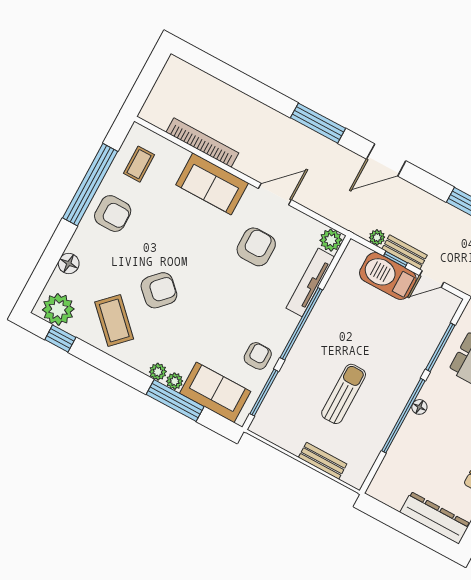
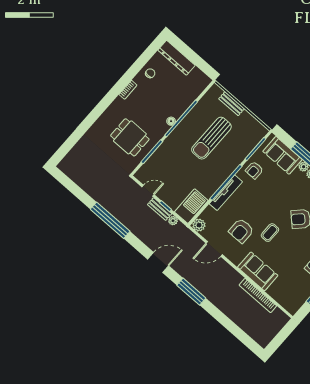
coffee table: (139, 164) -> (270, 233), moved
door: (275, 194) -> (214, 249), moved
barbecue: (388, 276) -> (191, 206), moved, turned -90
tv unit: (310, 282) -> (226, 193), moved
sun lounger: (344, 394) -> (211, 138), width x1.36, depth x1.34

